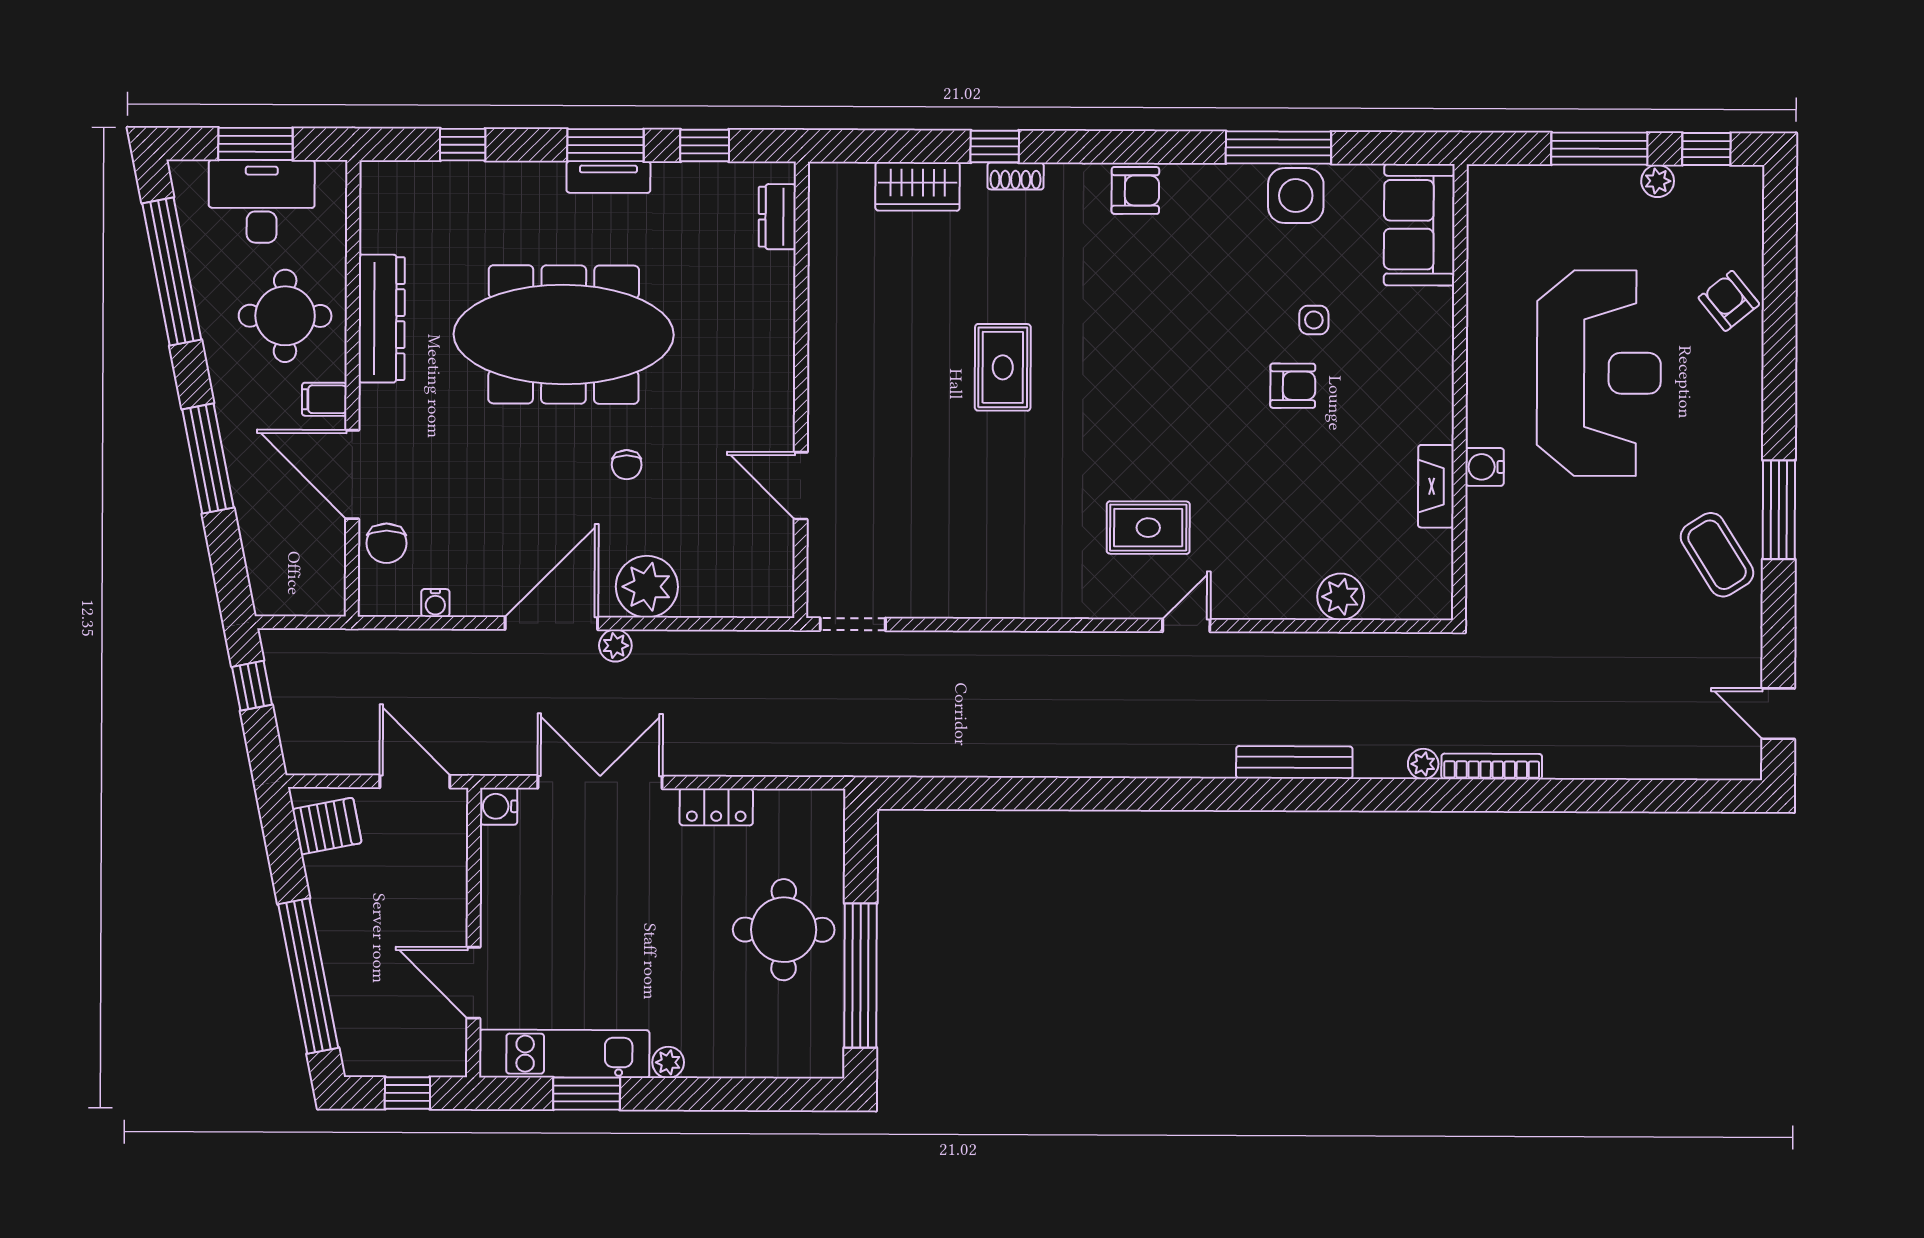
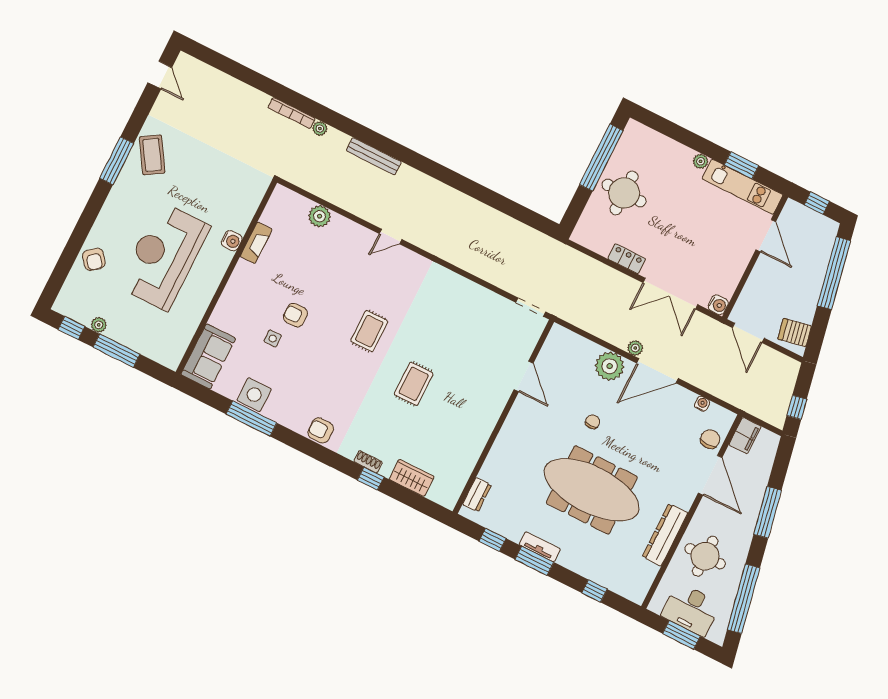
filing cabinet: (324, 399) -> (745, 436), moved, width x2.00
rug: (1148, 528) -> (369, 331), moved, turned 90

